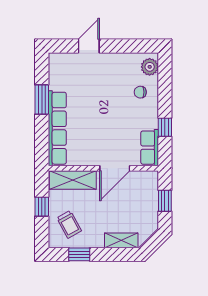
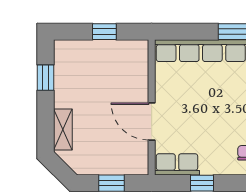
shelving: (73, 180) -> (137, 70), removed
trolley: (69, 224) -> (82, 65), removed

